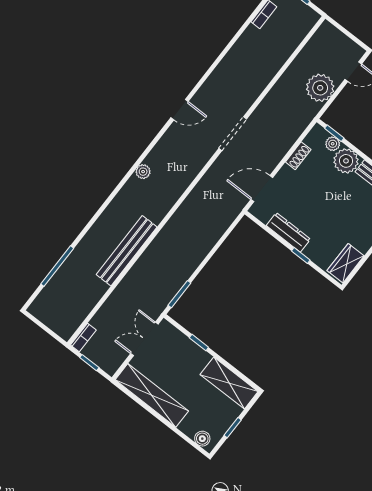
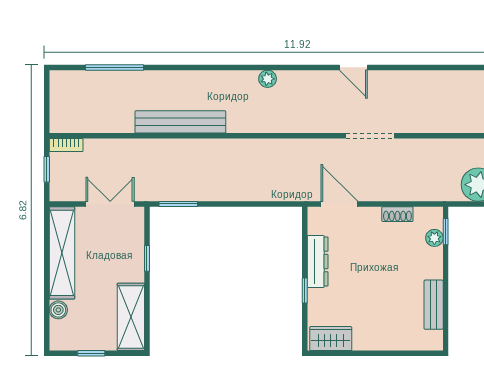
plant: (346, 161) -> (428, 263), removed
boiler: (202, 439) -> (58, 310), moved

